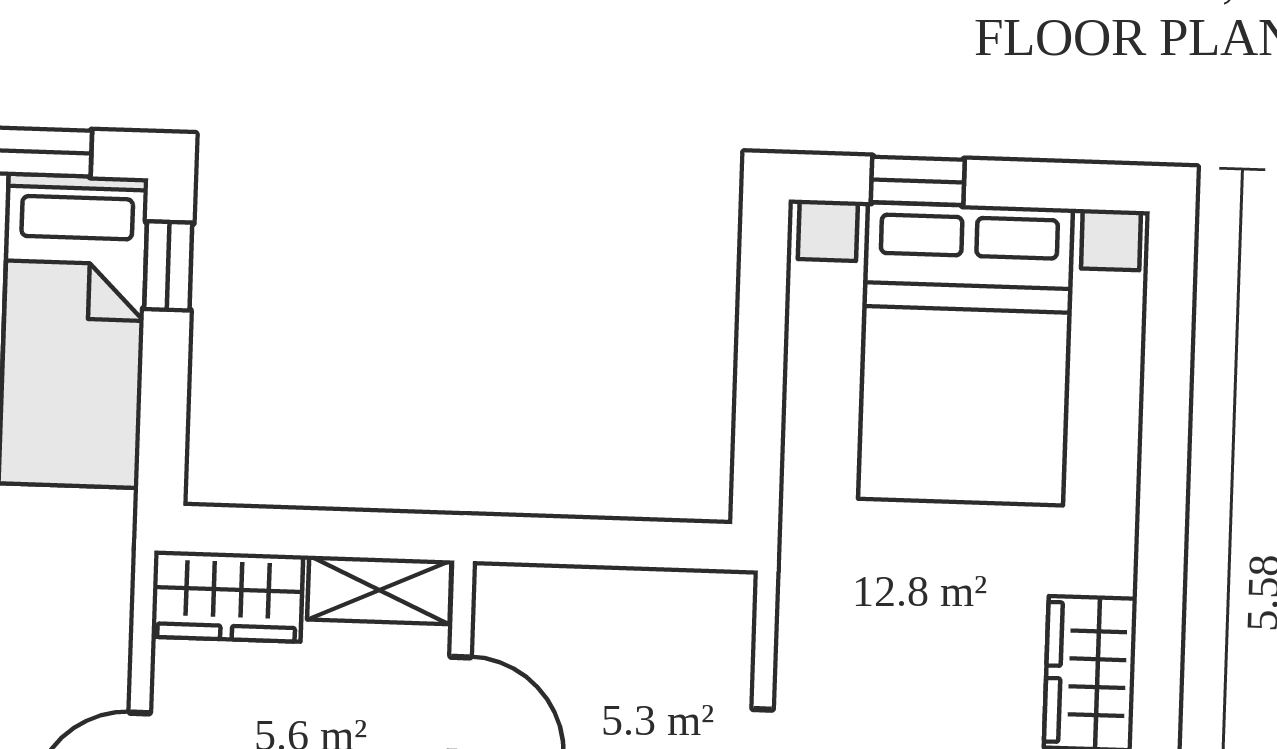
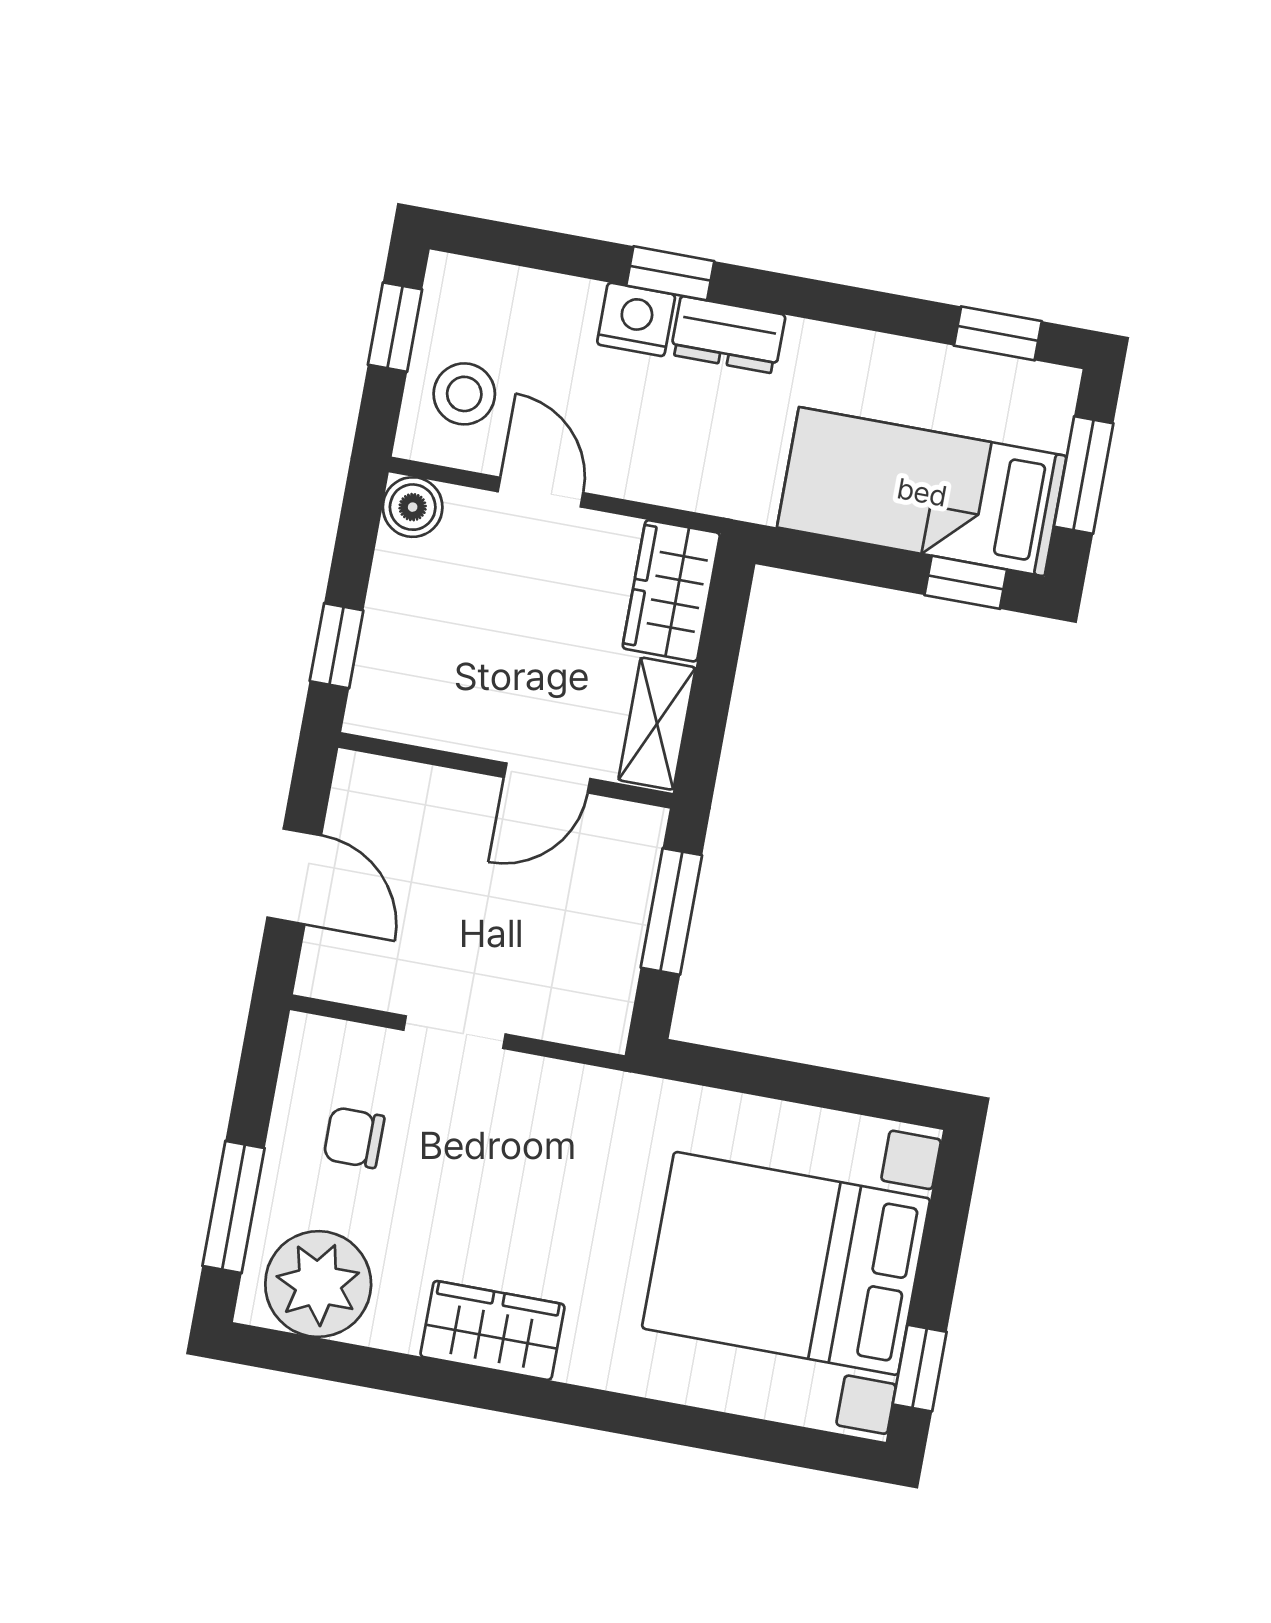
window: (918, 181) -> (920, 1368), moved
window: (588, 542) -> (671, 911), added

